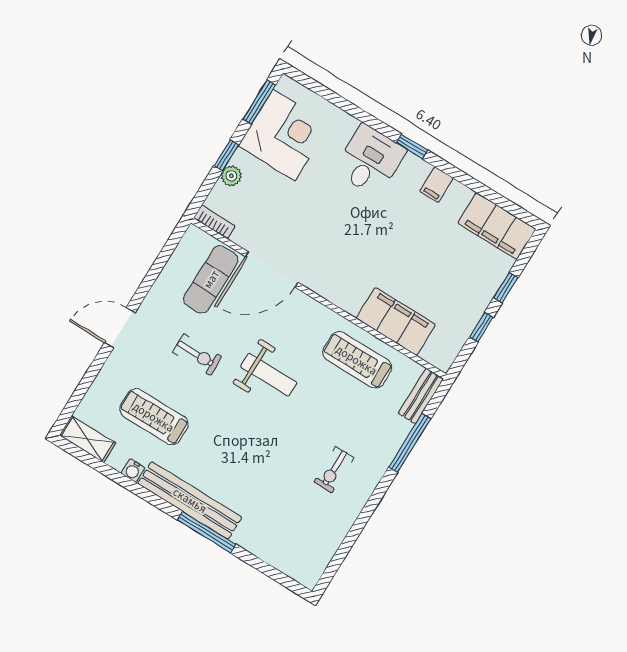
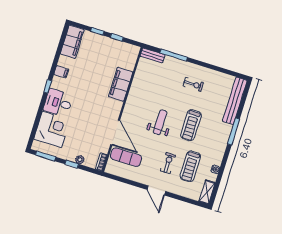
corner desk: (284, 135) -> (52, 129), moved, turned 90
filing cabinet: (396, 321) -> (121, 84), moved
exercise bike: (197, 355) -> (168, 163), moved
treadmill: (357, 360) -> (191, 125), moved
bench: (190, 500) -> (235, 101), moved

